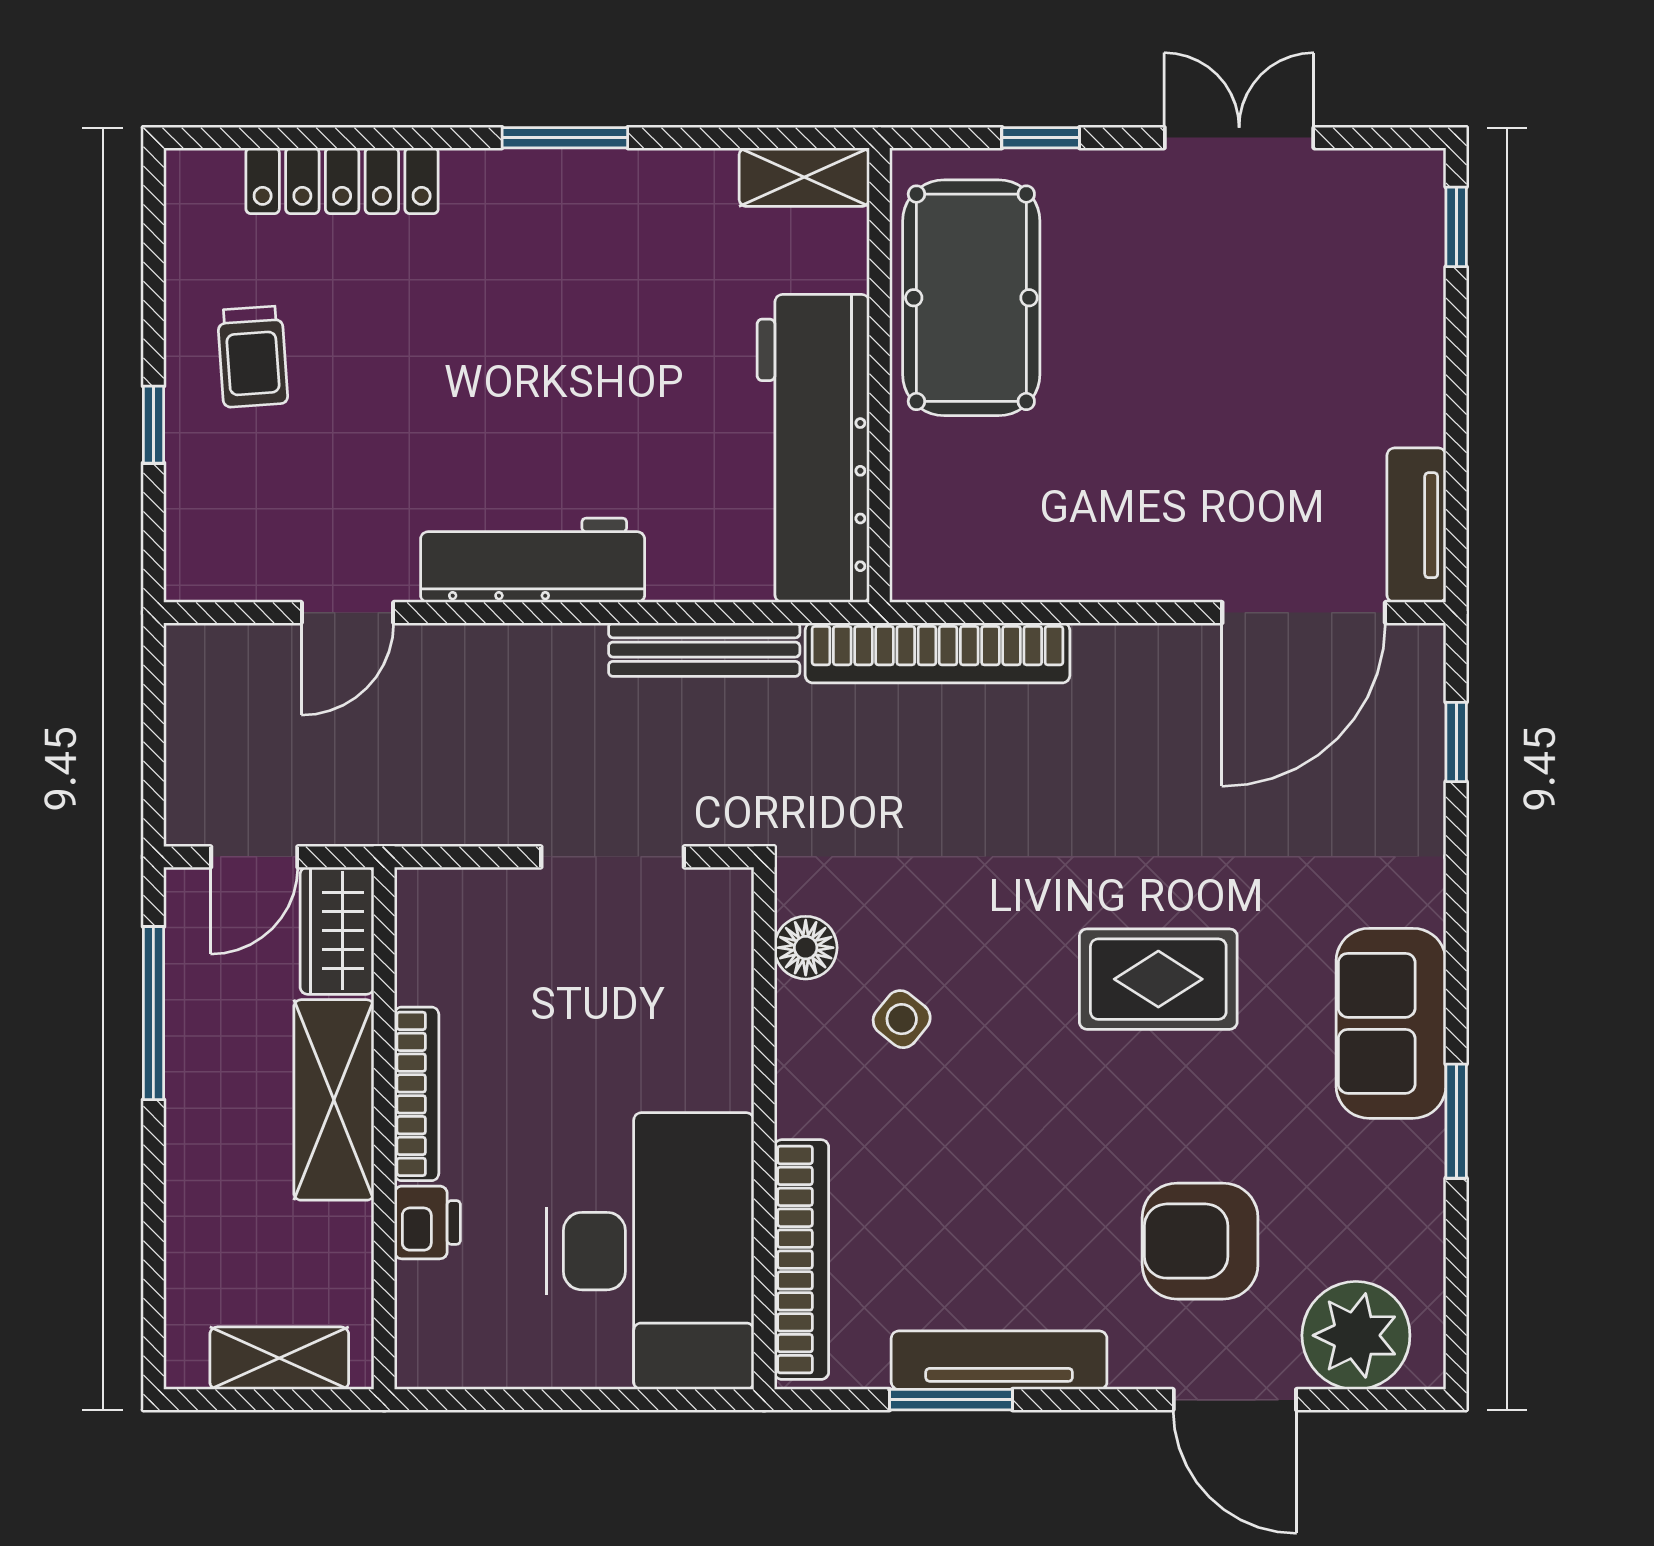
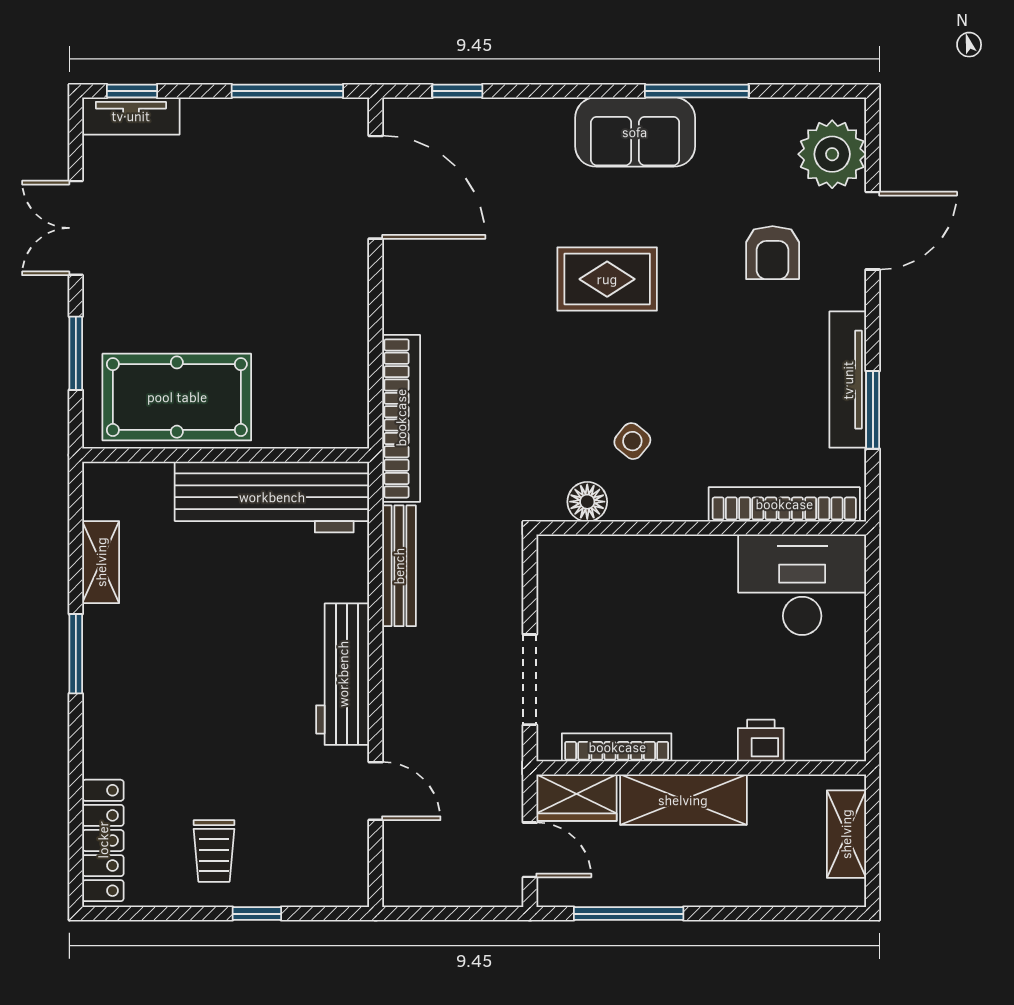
window: (1041, 138) -> (76, 353), width x1.50
shelving: (804, 177) -> (101, 562), moved
locker: (342, 181) -> (103, 840), moved
trolley: (253, 357) -> (214, 851), turned 94
window: (1456, 473) -> (287, 91), added
tv unit: (1416, 525) -> (131, 116), moved
doorway: (613, 857) -> (530, 680), moved
rug: (1158, 979) -> (607, 279), turned 90
bookcase: (417, 1094) -> (617, 747), moved
window: (1456, 1121) -> (697, 91), width x1.44
armchair: (1200, 1241) -> (773, 253), width x0.72, depth x0.72
desk: (650, 1251) -> (802, 585), width x0.73, depth x0.77

